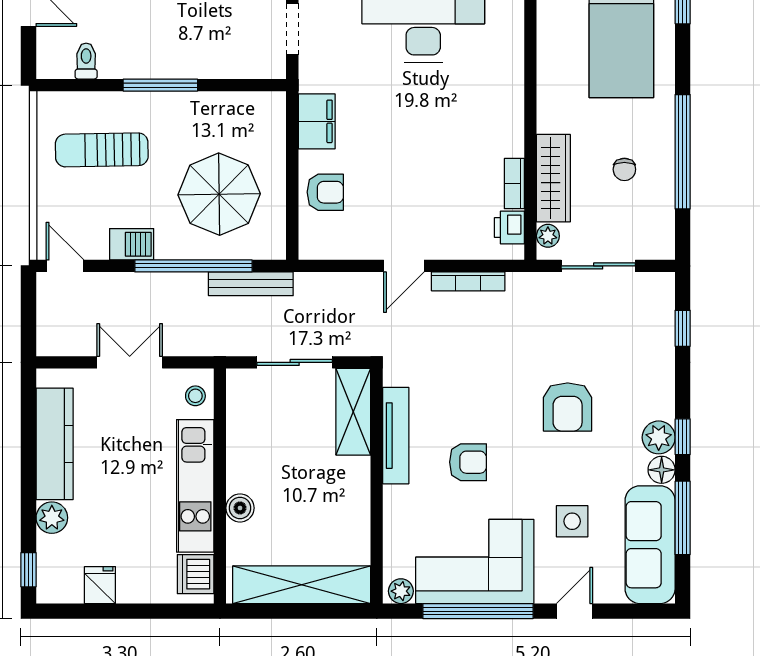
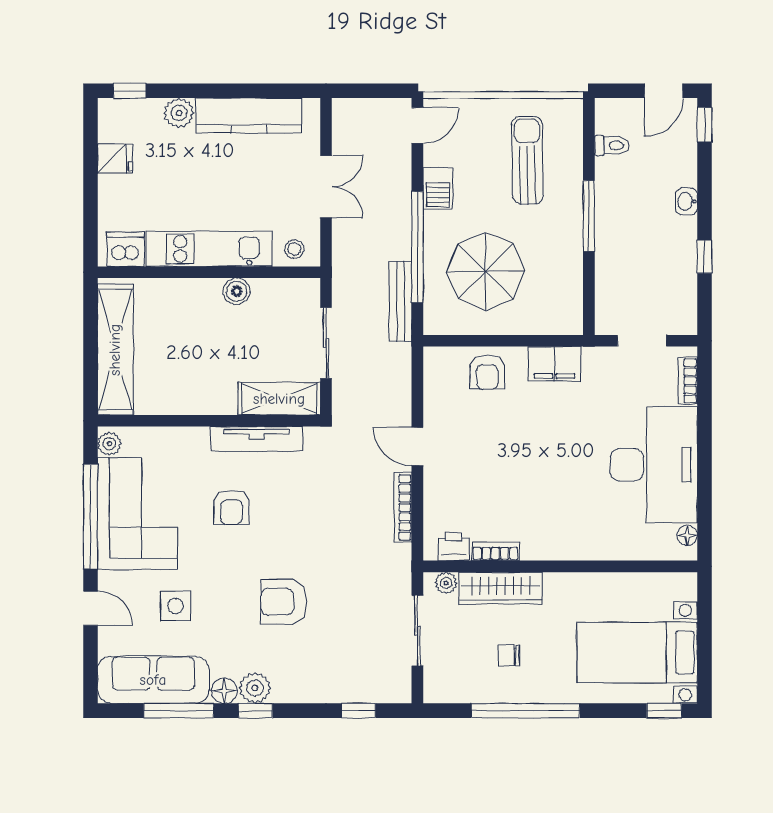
boiler: (240, 508) -> (237, 291), moved

